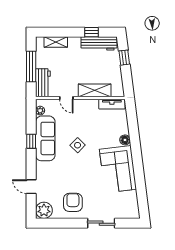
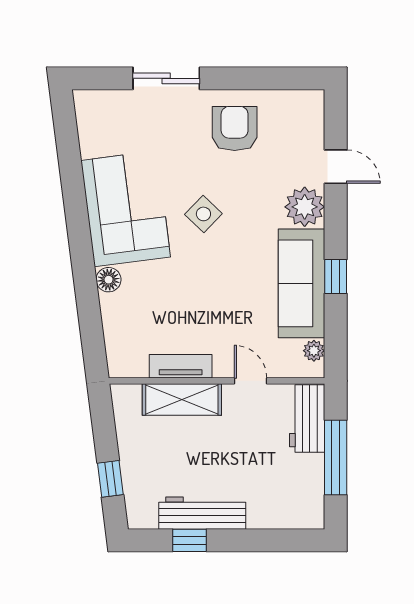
shelving: (56, 42) -> (276, 517), removed
workbench: (99, 43) -> (202, 513), moved
tv unit: (112, 104) -> (181, 366), moved
side table: (78, 145) -> (203, 214), moved
armchair: (73, 202) -> (235, 129), turned 180
plant: (44, 210) -> (305, 207), moved

